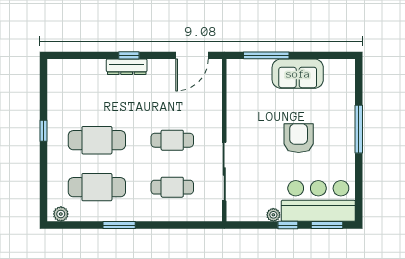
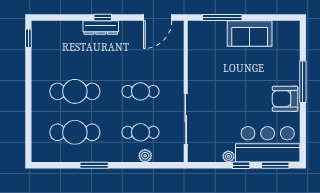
window: (43, 131) -> (28, 38), moved
armchair: (299, 138) -> (285, 99), moved, turned -90
plant: (61, 214) -> (145, 156), moved

